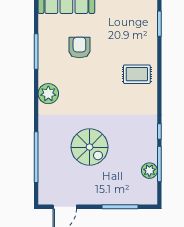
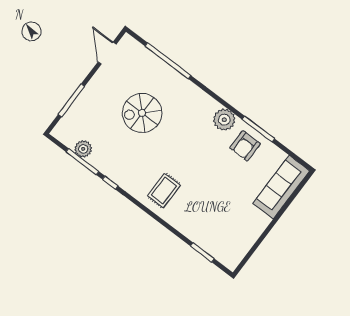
armchair: (79, 48) -> (245, 146), moved, turned 90
rug: (137, 74) -> (164, 190), moved
plant: (48, 94) -> (224, 120), moved

